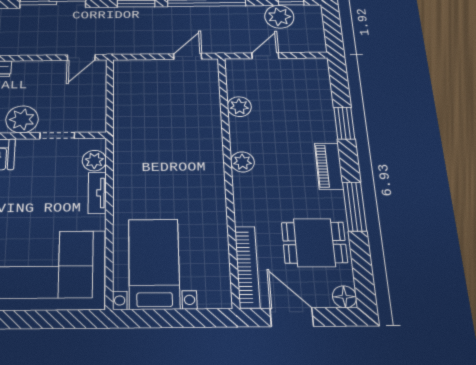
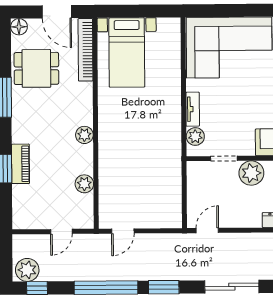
plant: (279, 17) -> (27, 270), moved
piano: (329, 166) -> (20, 164), moved
bed with nightstands: (154, 264) -> (127, 52), moved

